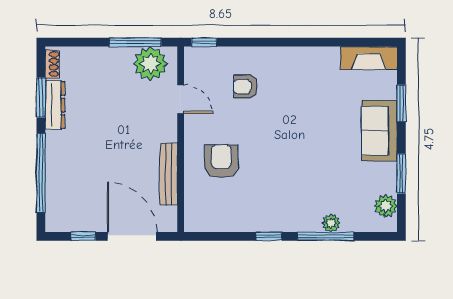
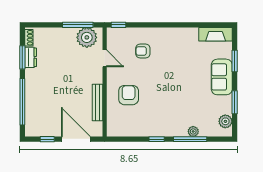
dresser: (55, 105) -> (31, 57), width x0.70

